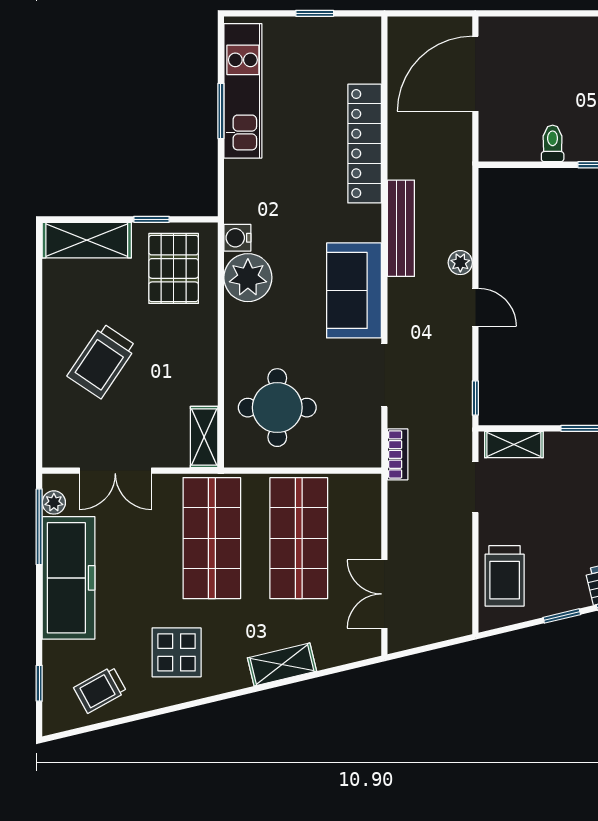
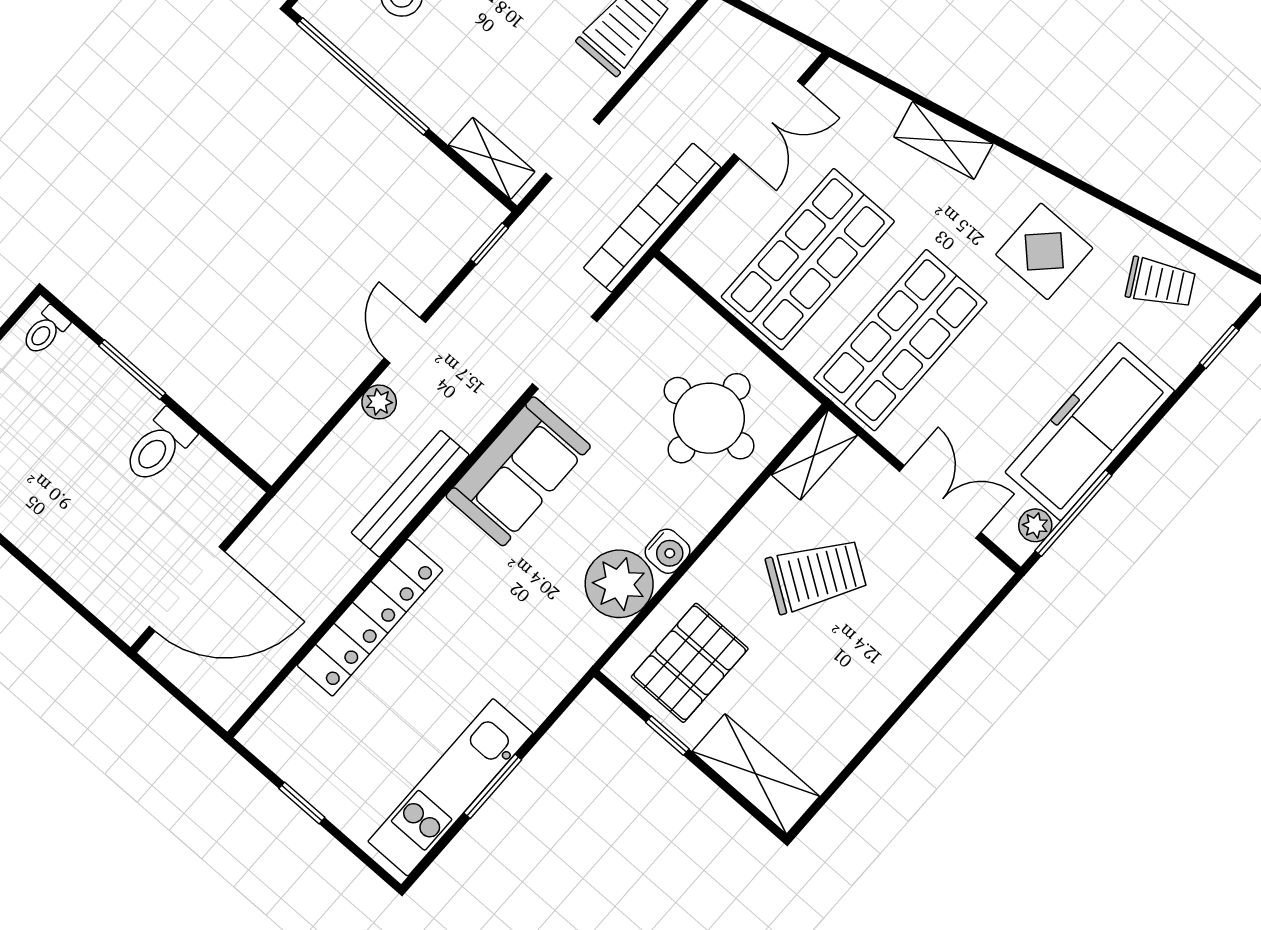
toilet: (553, 143) -> (159, 446), width x1.37, depth x1.39
water cooler: (237, 238) -> (667, 551), moved
trolley: (102, 361) -> (816, 575), moved
bookcase: (398, 454) -> (652, 218), width x2.31, depth x1.31

